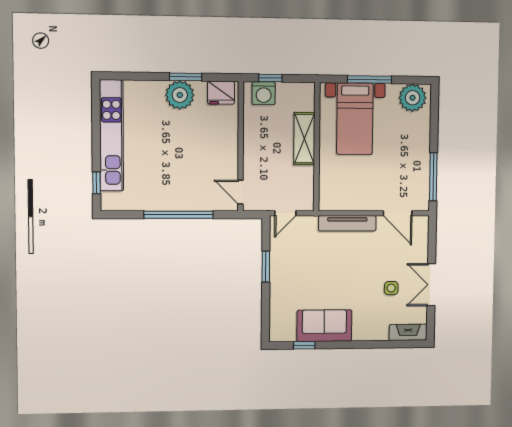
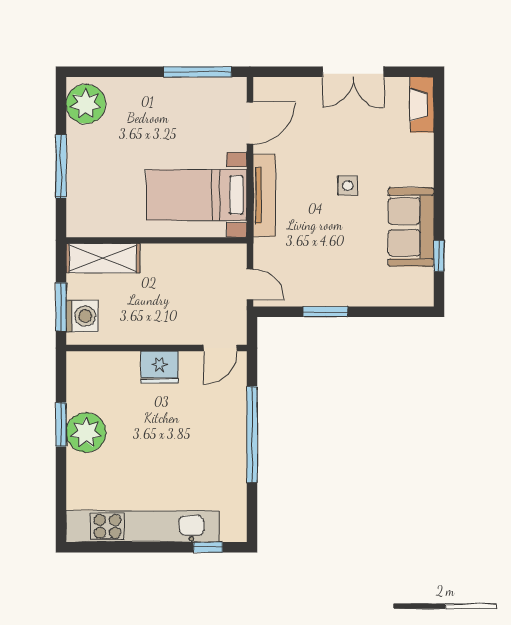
window: (270, 78) -> (61, 307), width x1.50
fridge: (221, 93) -> (160, 367), moved, turned 90
bed with nightstands: (355, 119) -> (197, 195), moved, turned 180
shelving: (304, 139) -> (103, 258), moved
side table: (391, 288) -> (348, 186), moved

